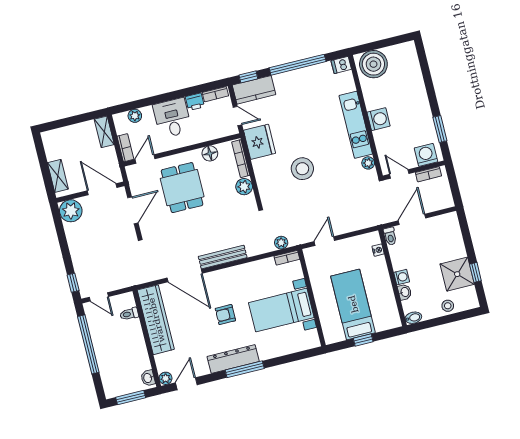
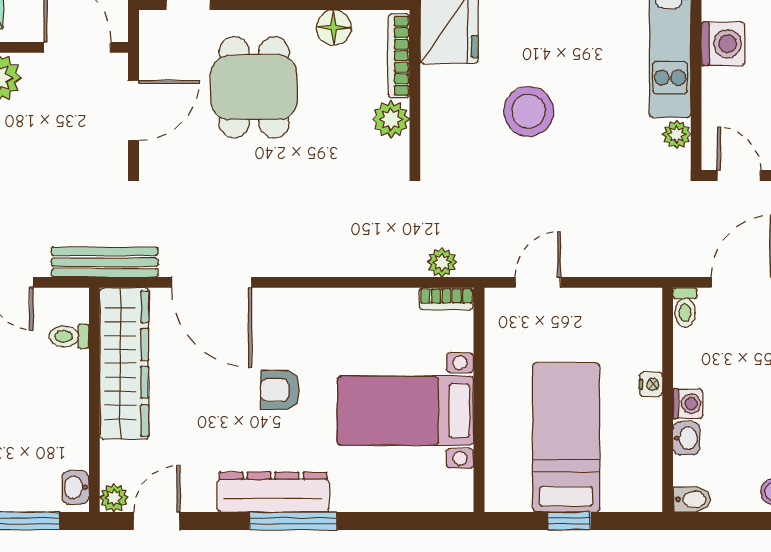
nightstand: (378, 250) -> (651, 384), moved
bench: (223, 257) -> (105, 262), moved

